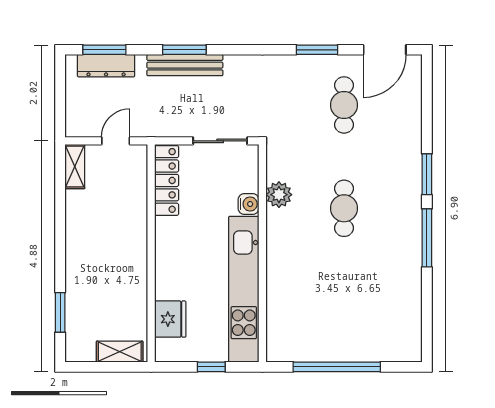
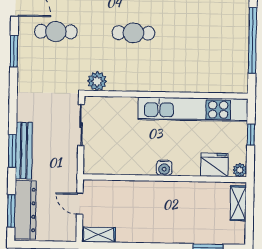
dresser: (106, 66) -> (25, 210), width x1.37, depth x1.24
locker: (167, 180) -> (110, 166), removed
plant: (279, 195) -> (97, 81), moved
water cooler: (248, 204) -> (164, 168), moved, turned 180
plant: (164, 353) -> (240, 170), added

